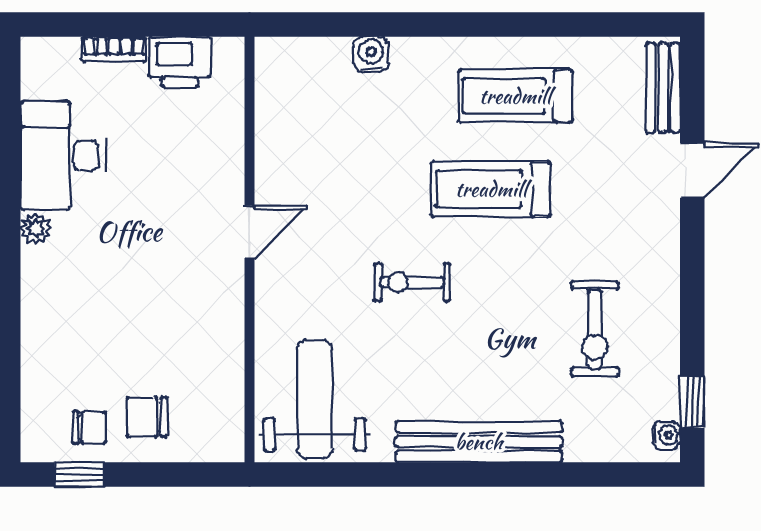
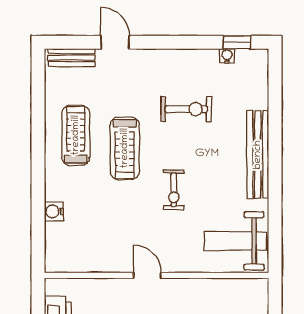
treadmill: (515, 96) -> (76, 135), turned 180
exercise bike: (595, 329) -> (186, 109), moved
water cooler: (666, 435) -> (227, 56), moved

